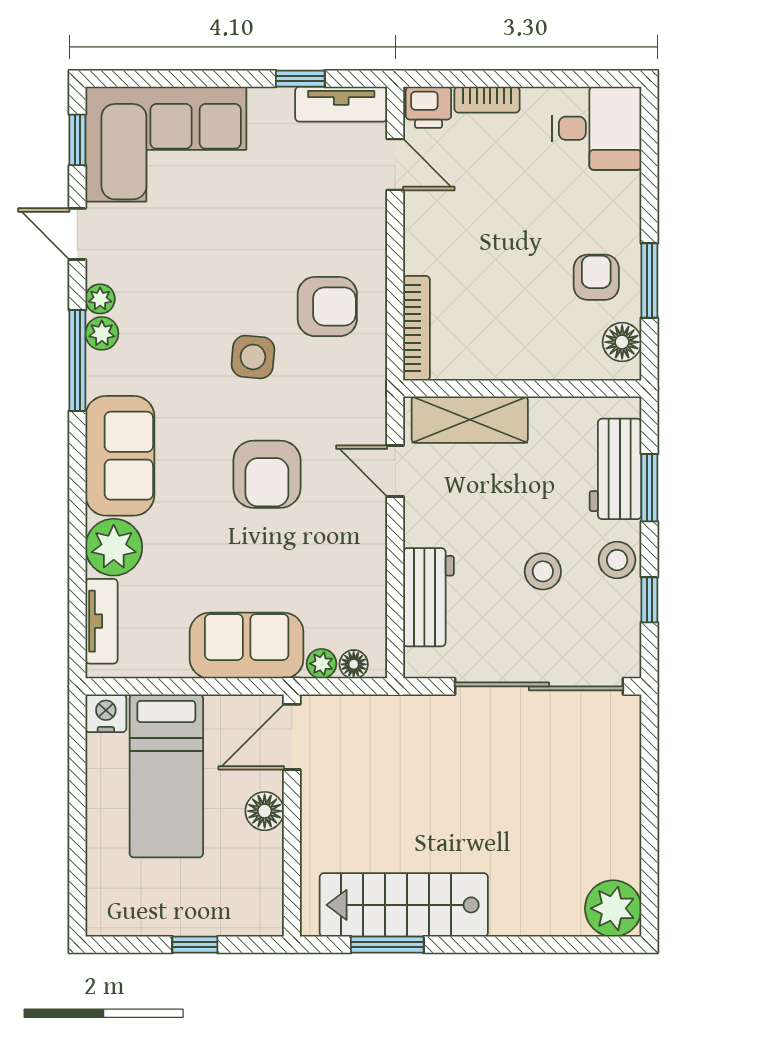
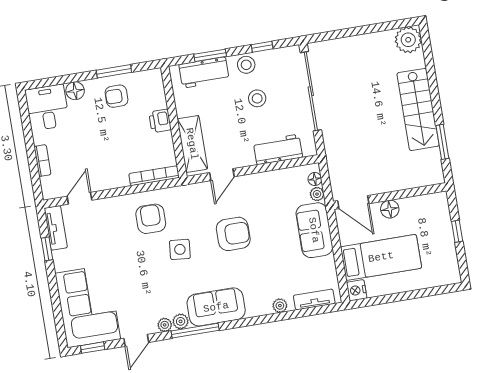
printer: (428, 107) -> (160, 121), moved, turned 180
floor lamp: (622, 342) -> (75, 91), moved
sofa: (120, 456) -> (216, 307), moved
plant: (114, 547) -> (280, 306), width x0.53, depth x0.53
stairs: (404, 905) -> (418, 109), moved

